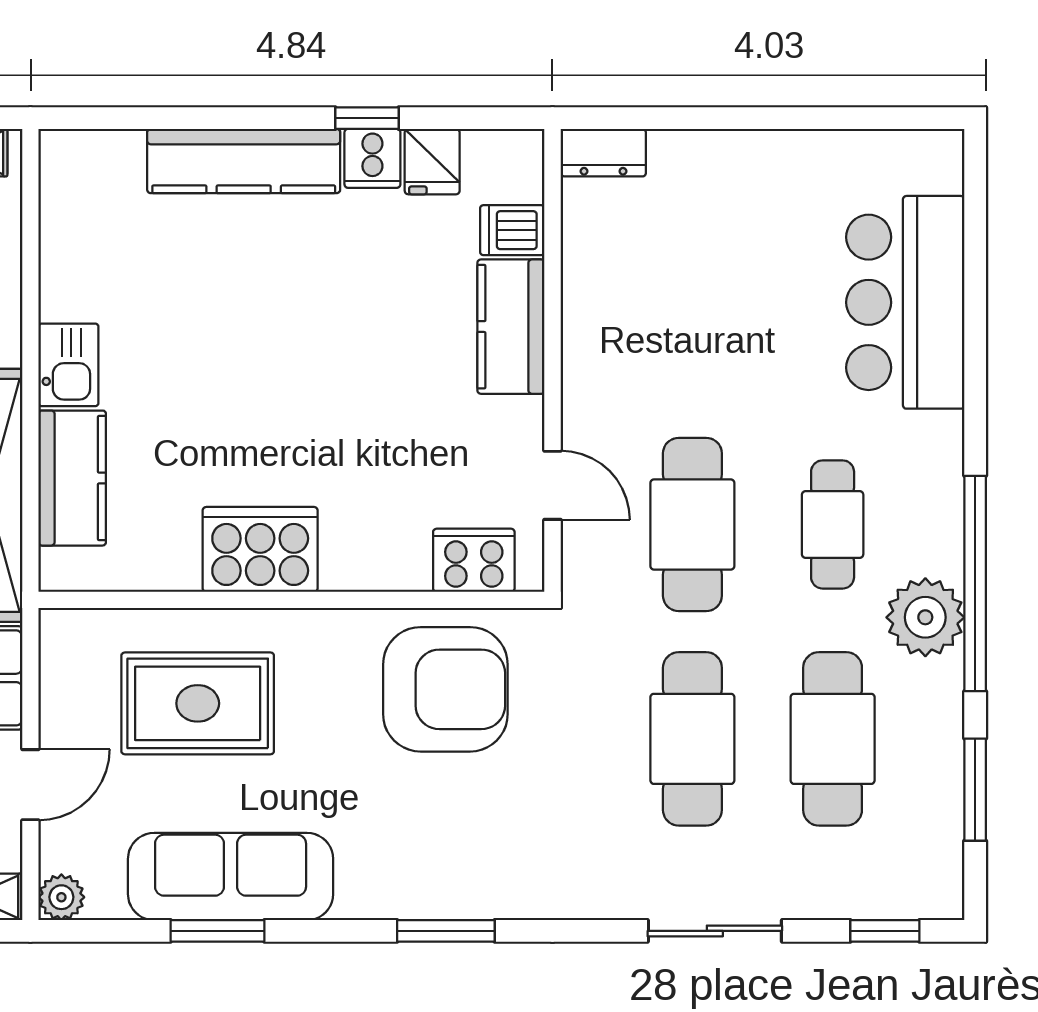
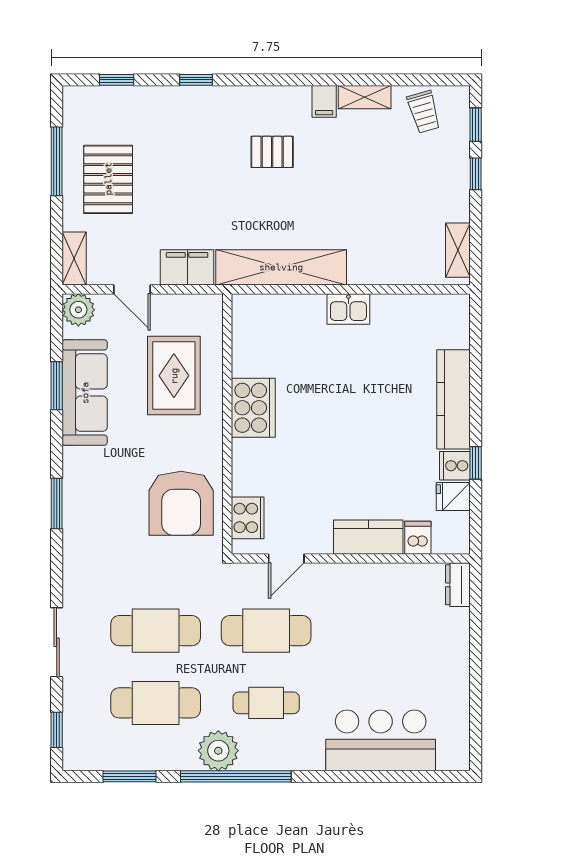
kitchen counter: (72, 478) -> (290, 311), removed
plant: (61, 897) -> (78, 310), width x1.38, depth x1.38

